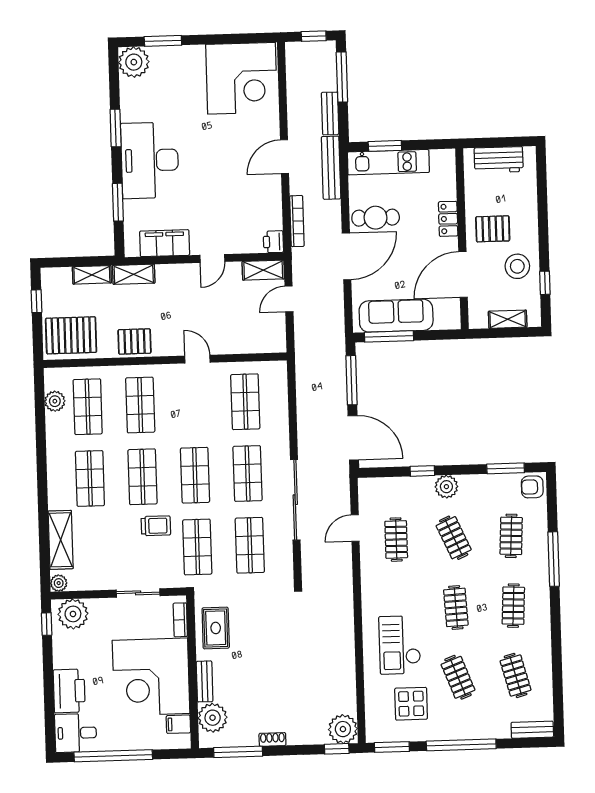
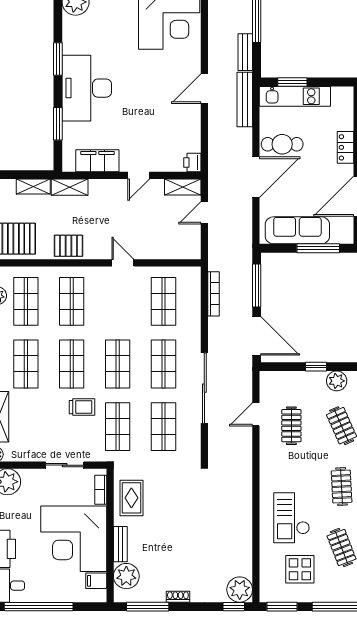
bookcase: (297, 221) -> (214, 294), moved
window: (389, 336) -> (318, 248), moved

